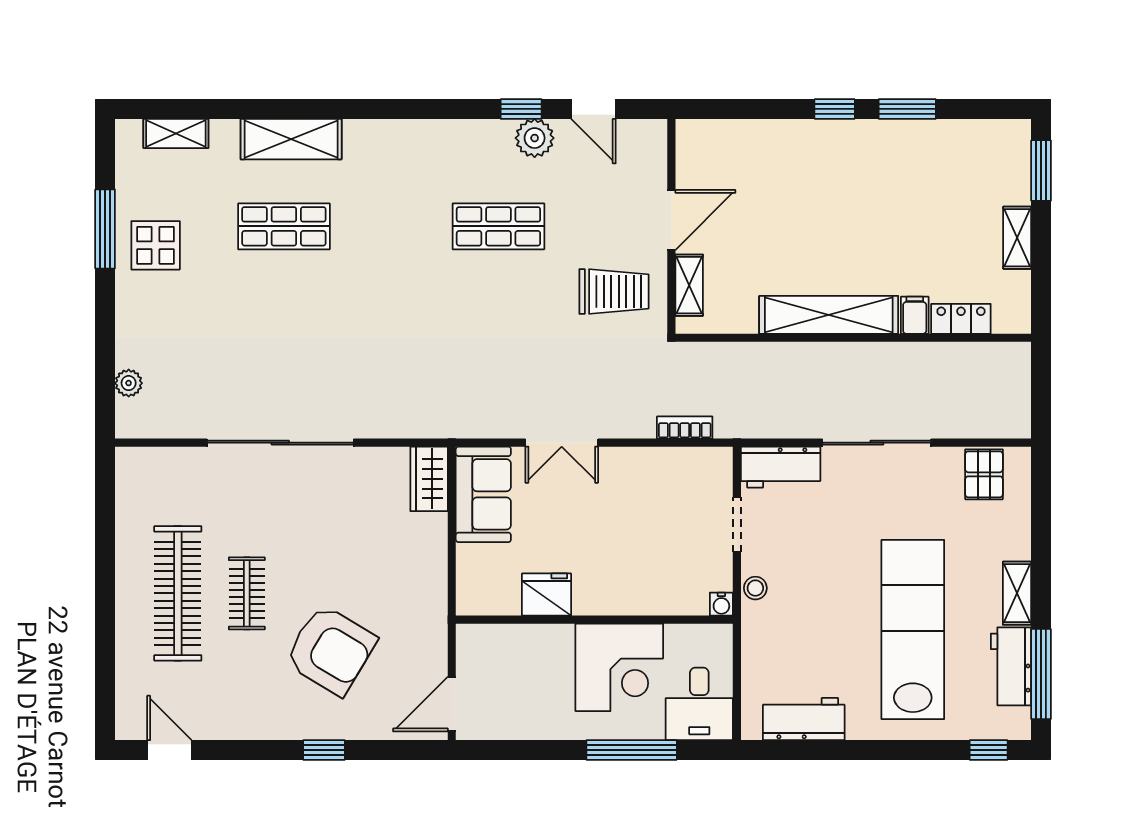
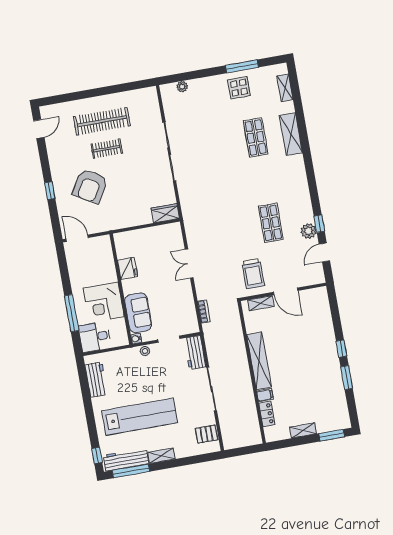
sofa: (483, 494) -> (138, 313), moved, turned -90
workbench: (1011, 666) -> (126, 459), width x1.38

